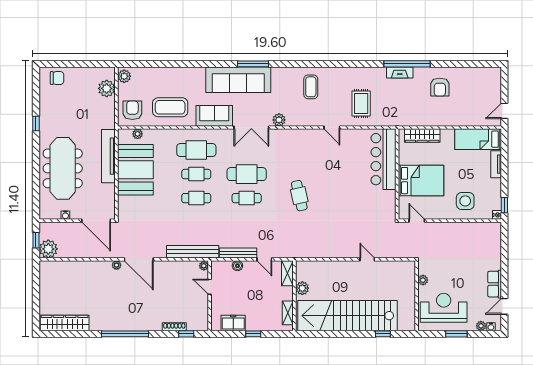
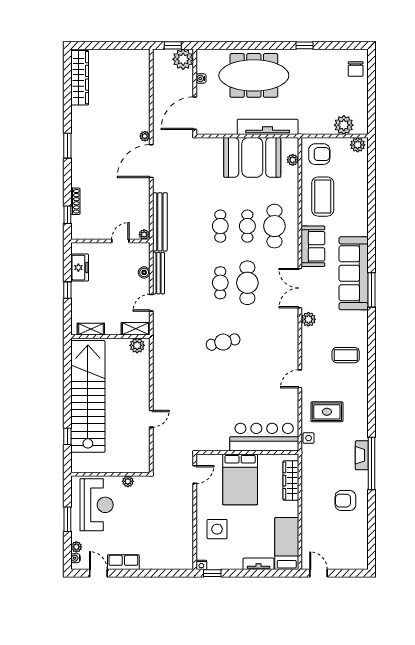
side table: (384, 120) -> (309, 438), added
plant: (48, 249) -> (183, 59), moved
plant: (302, 288) -> (137, 345), moved
window: (125, 334) -> (67, 146), width x0.47

